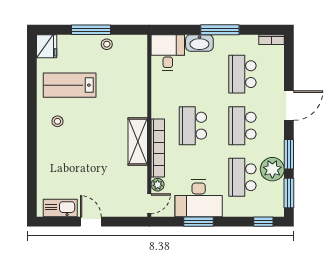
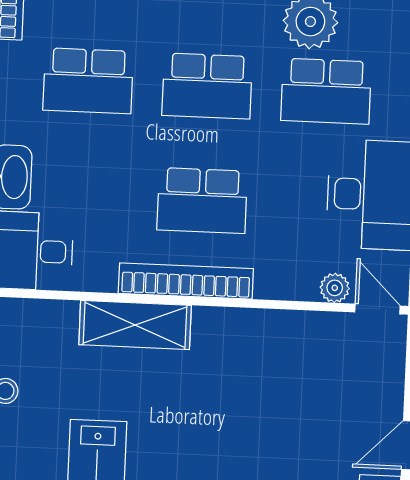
shelving: (138, 142) -> (135, 325), moved
bookcase: (158, 148) -> (186, 281), moved

